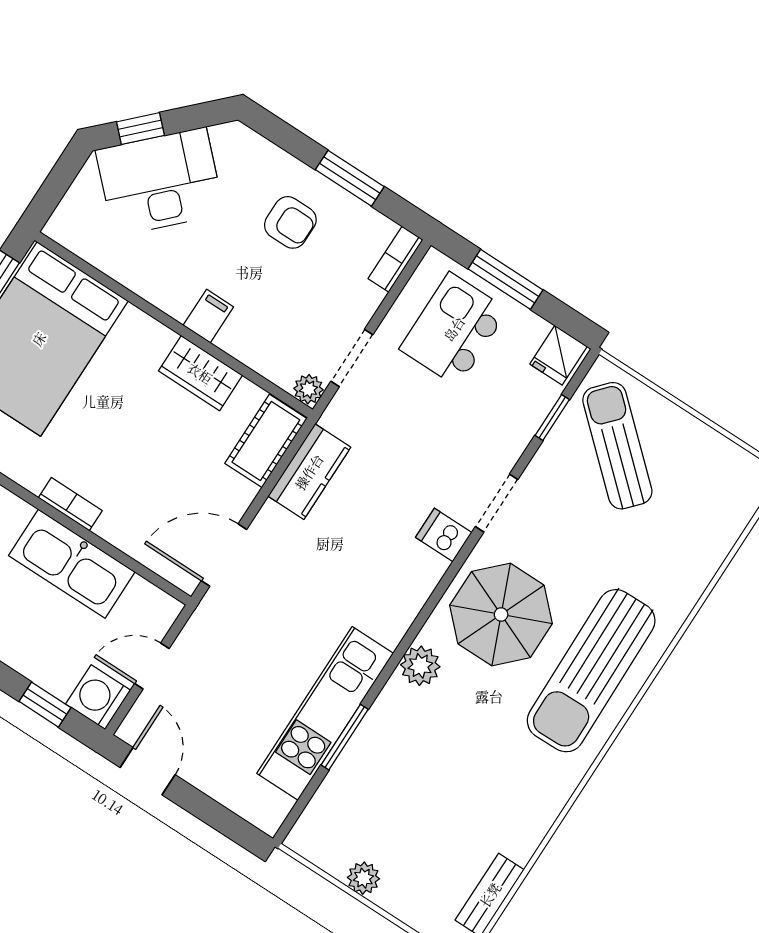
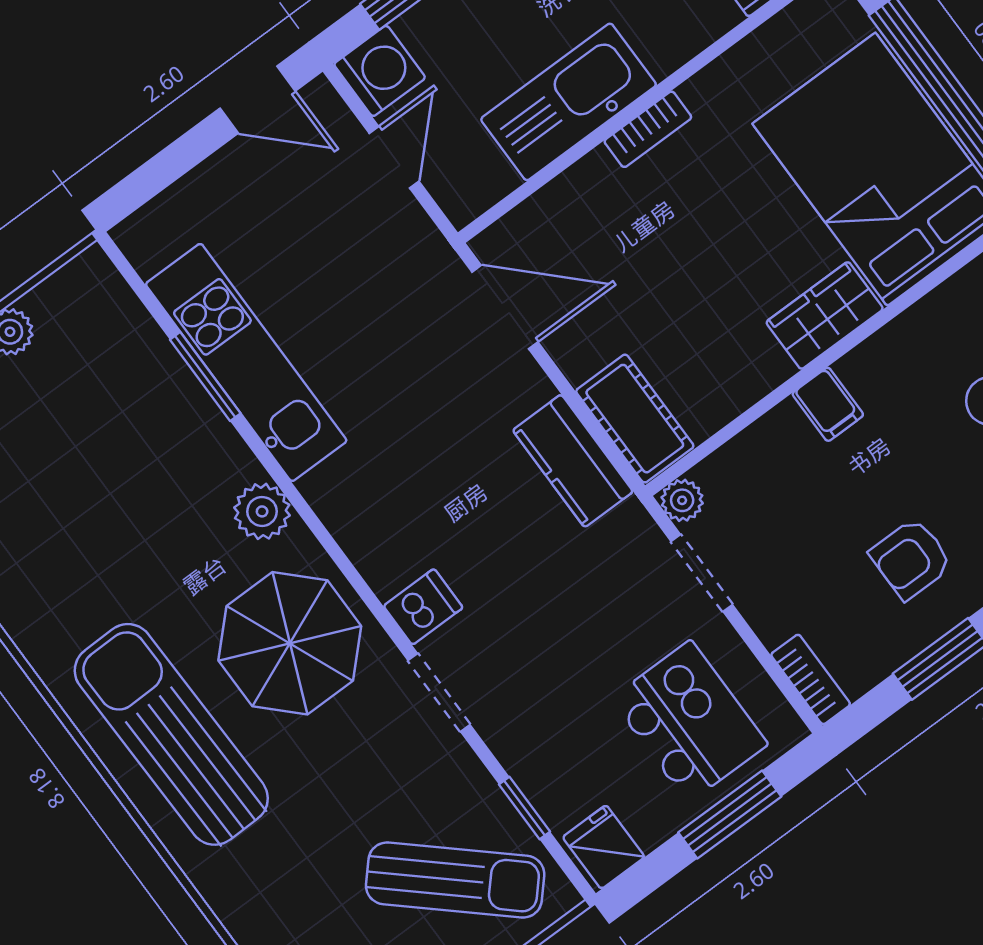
wardrobe: (200, 373) -> (825, 315), moved
door: (224, 555) -> (505, 307), hinge flipped

